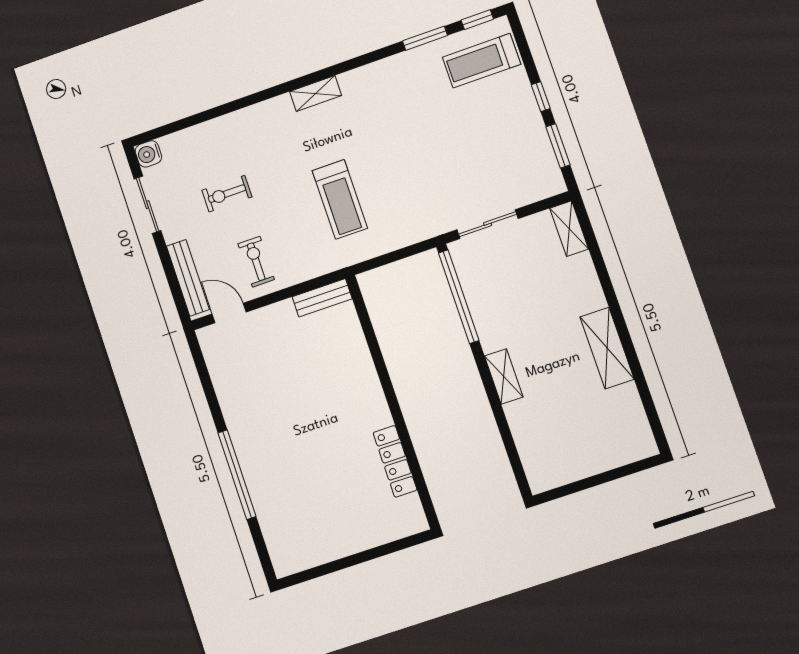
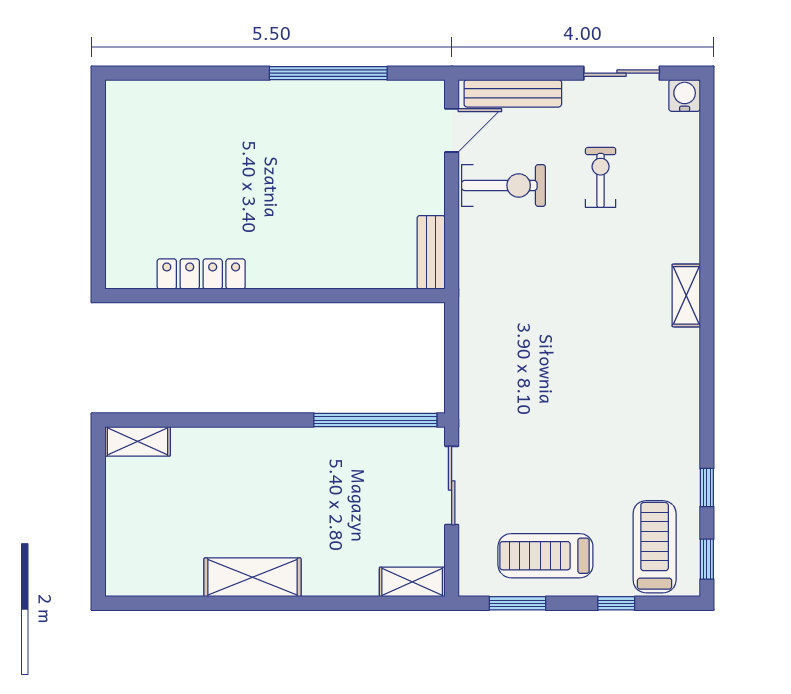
window: (425, 38) -> (707, 488), width x0.67
shelving: (316, 94) -> (686, 295), moved
window: (541, 97) -> (616, 603), moved
treadmill: (340, 199) -> (545, 556), moved
exercise bike: (256, 262) -> (504, 185), width x1.38, depth x1.39
shelving: (504, 377) -> (138, 441), moved
window: (237, 475) -> (328, 73), moved

